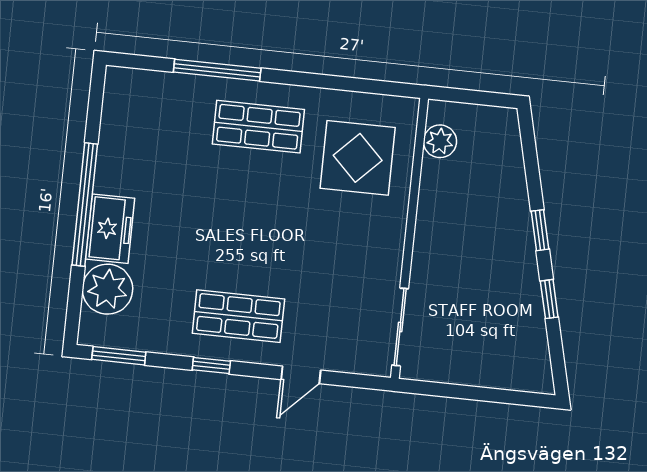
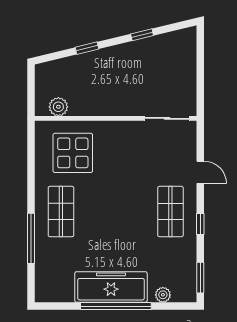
freezer: (110, 229) -> (111, 287), width x1.91, depth x1.26
window: (540, 230) -> (87, 48), moved
plant: (107, 289) -> (163, 295), width x0.53, depth x0.53

